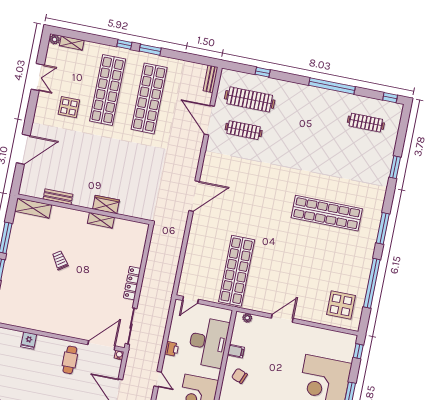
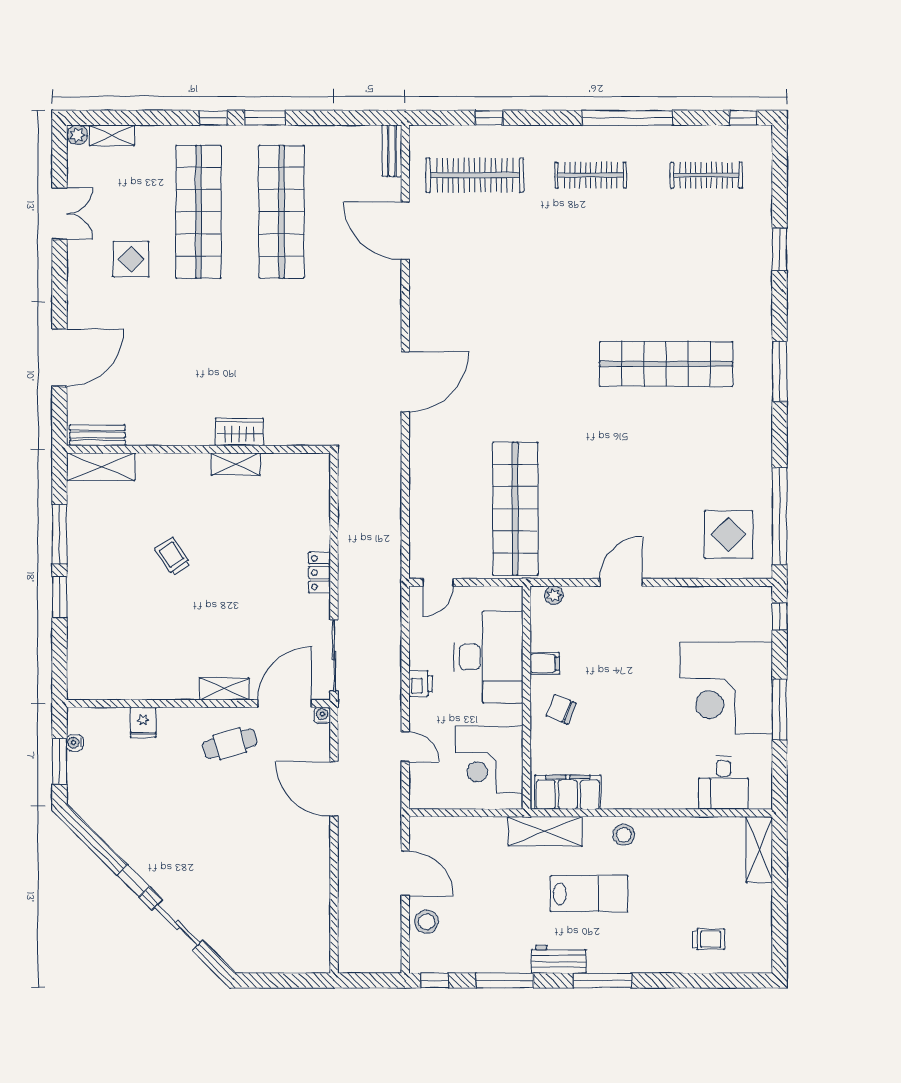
clothes rail: (244, 130) -> (591, 175), moved
bench: (58, 197) -> (97, 435), moved
locker: (132, 283) -> (319, 573), width x0.66
window: (372, 283) -> (780, 516), moved
shelving: (73, 332) -> (224, 689), added
cafe table: (70, 360) -> (230, 744), turned 74

